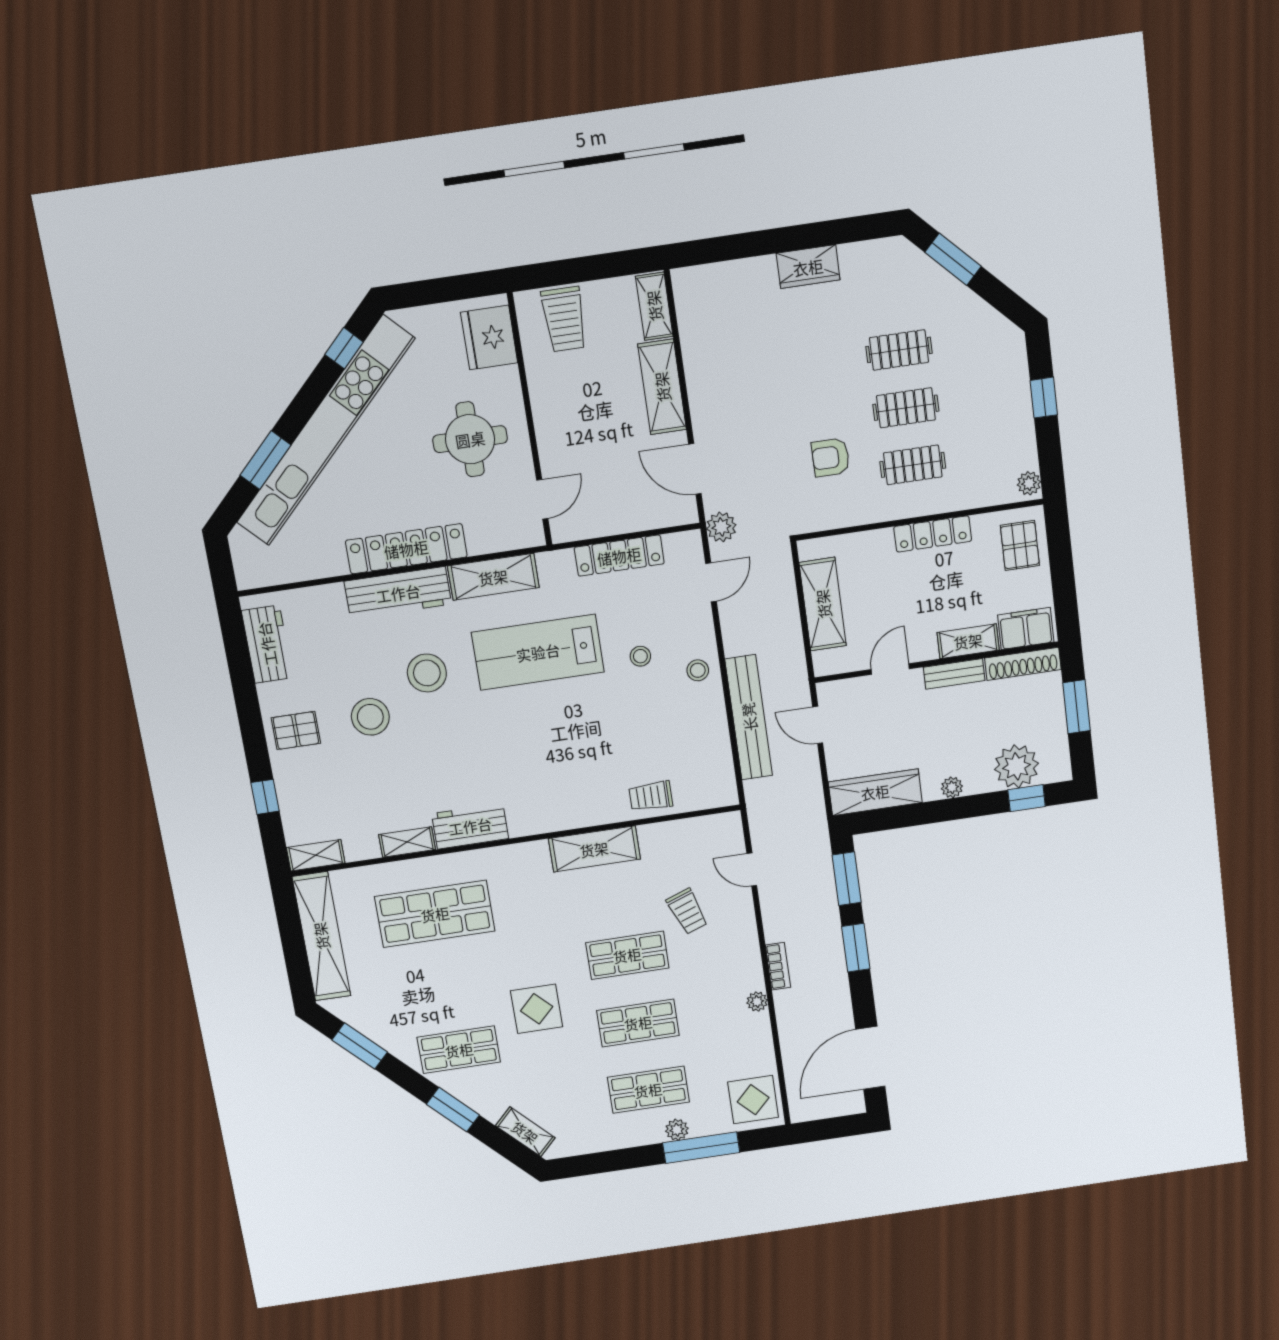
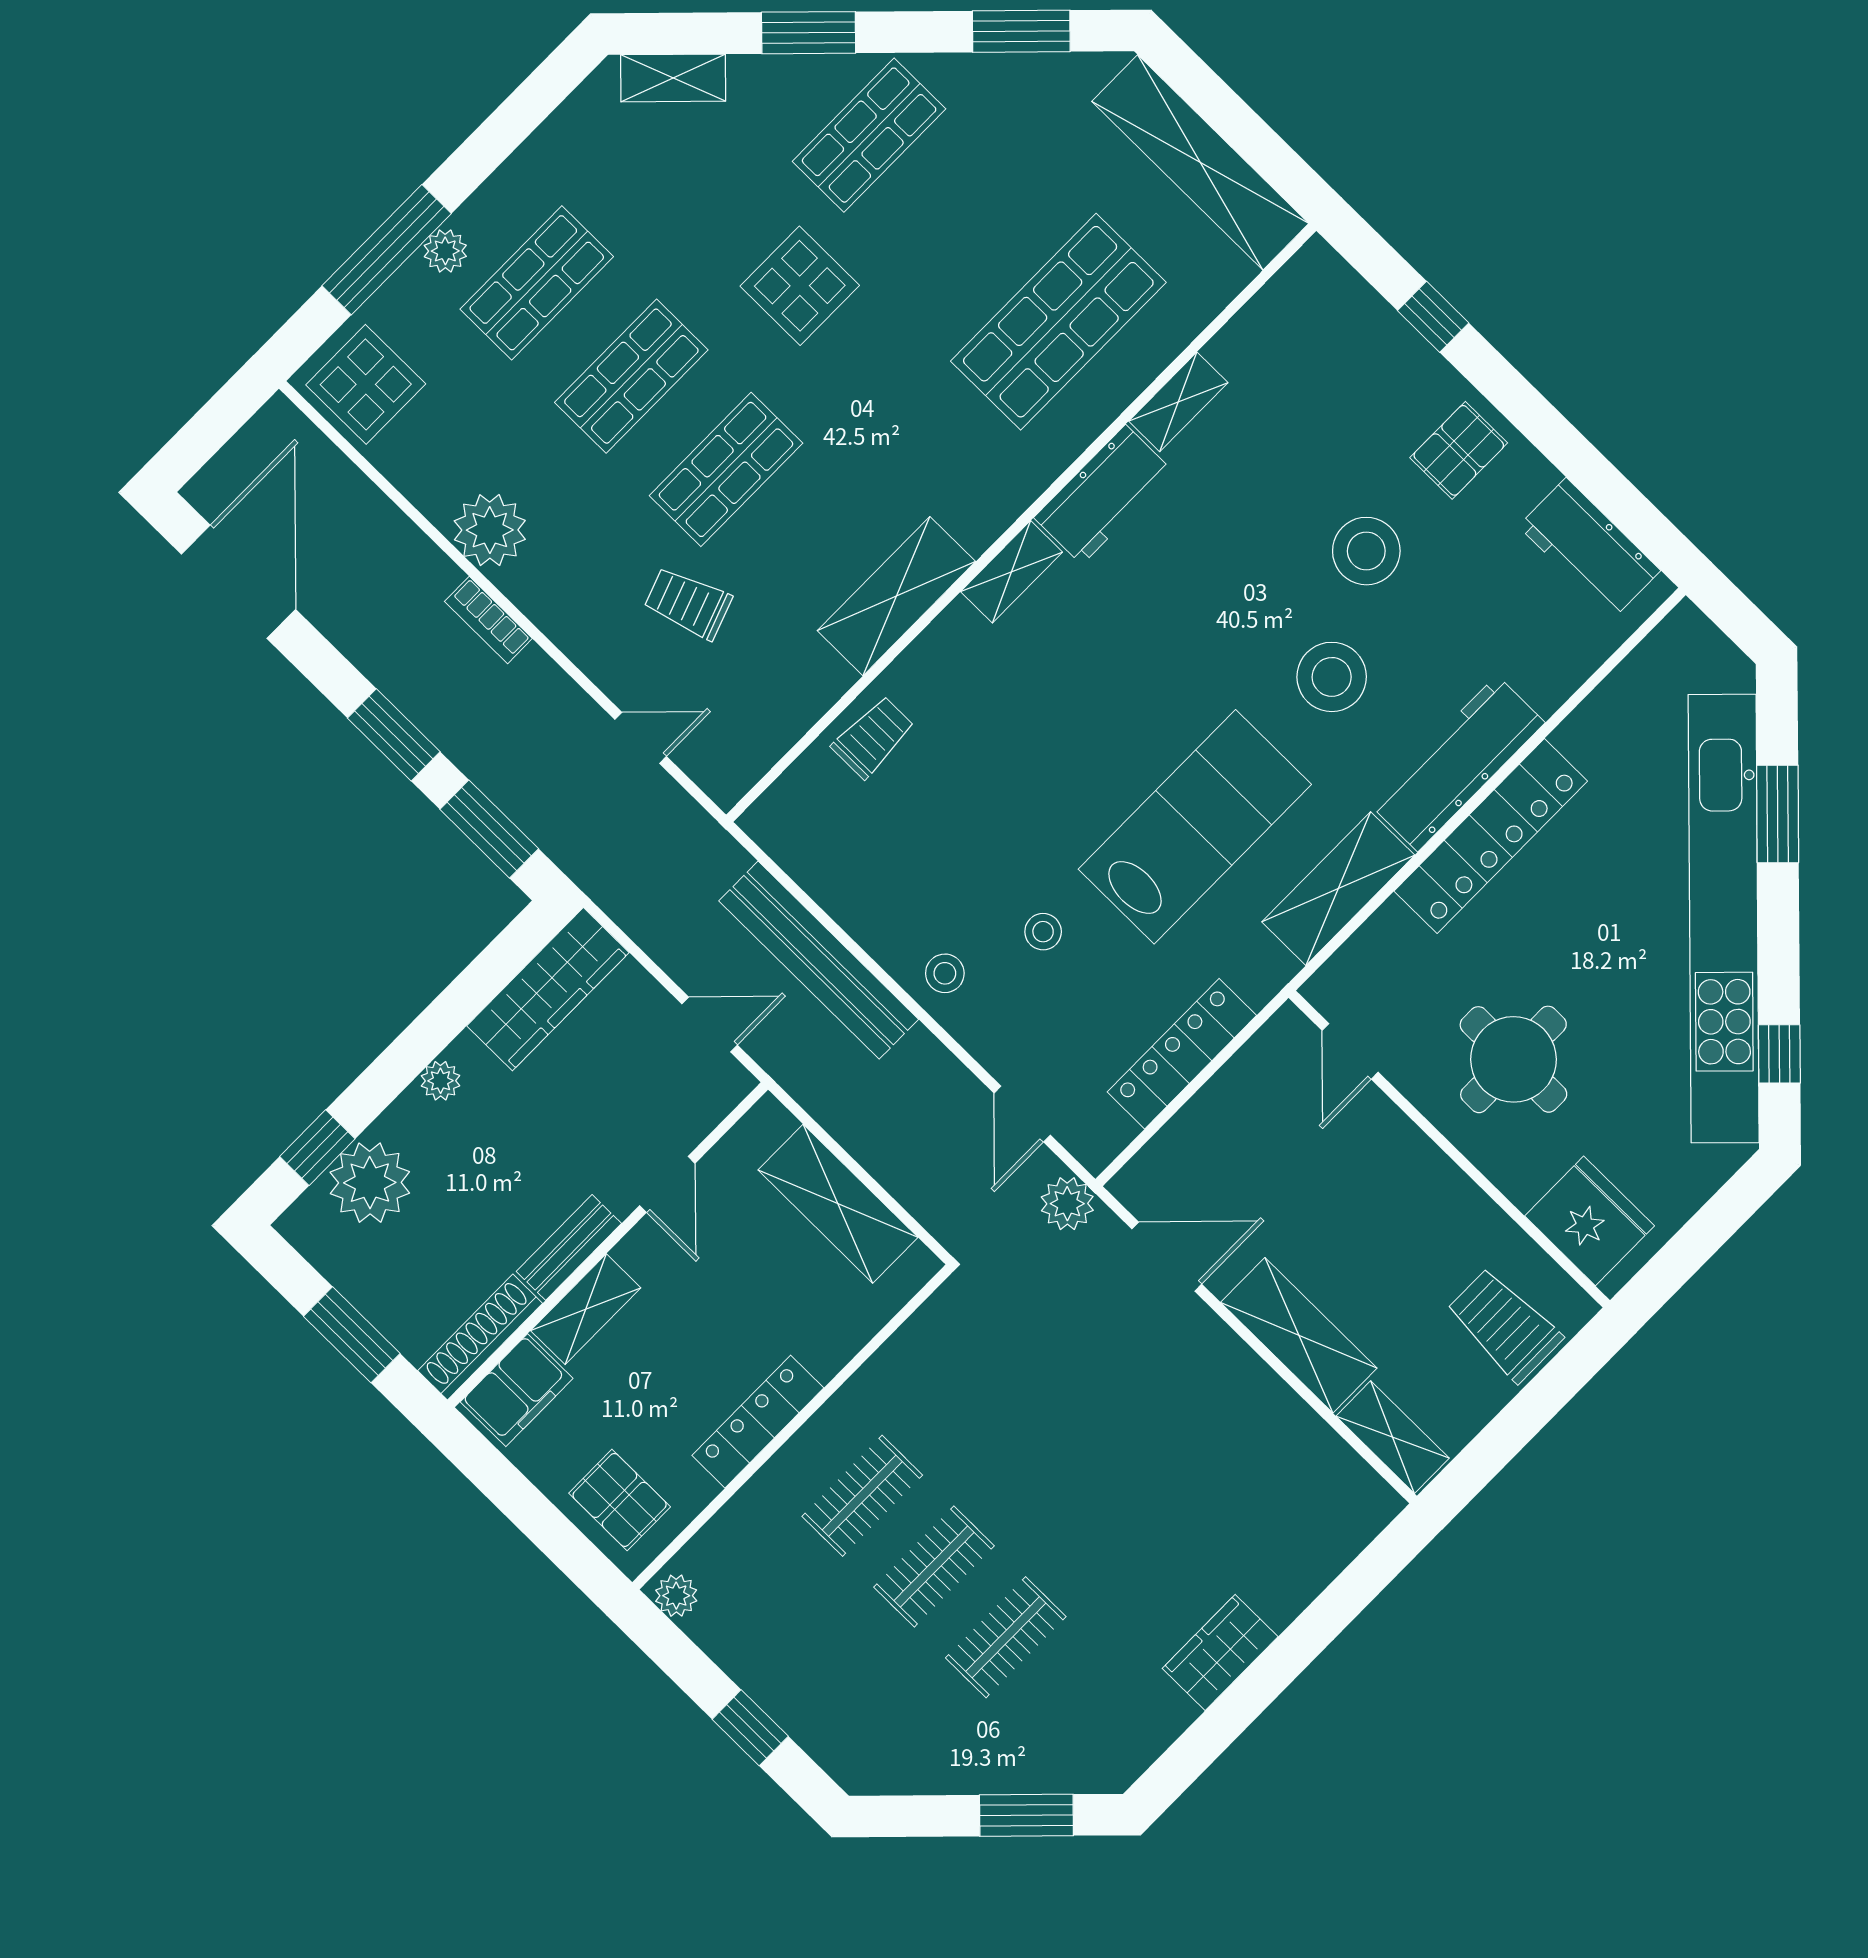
armchair: (831, 457) -> (987, 1418), removed
shelving: (316, 855) -> (1011, 572), moved
plant: (757, 1002) -> (490, 530), width x1.88, depth x1.88

